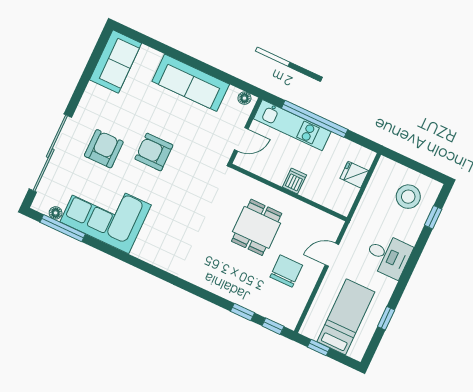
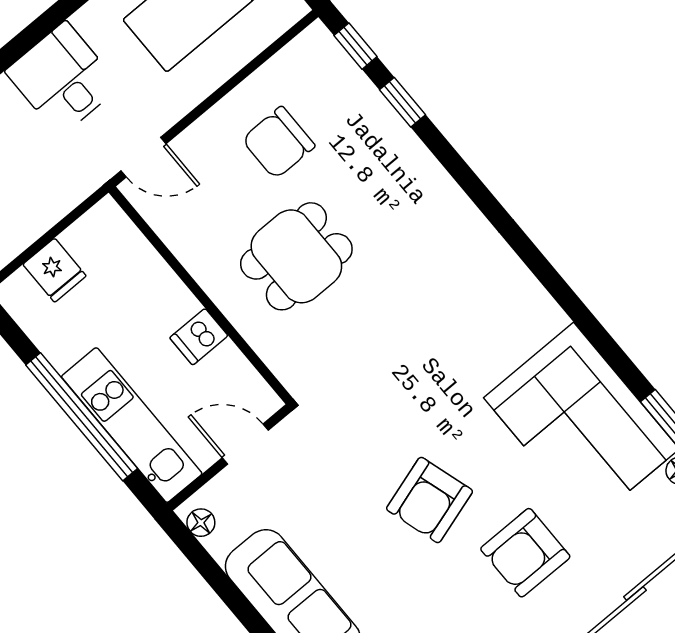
armchair: (154, 152) -> (430, 500), turned 73
dishwasher: (294, 181) -> (199, 337), moved
door: (332, 255) -> (143, 157), moved

